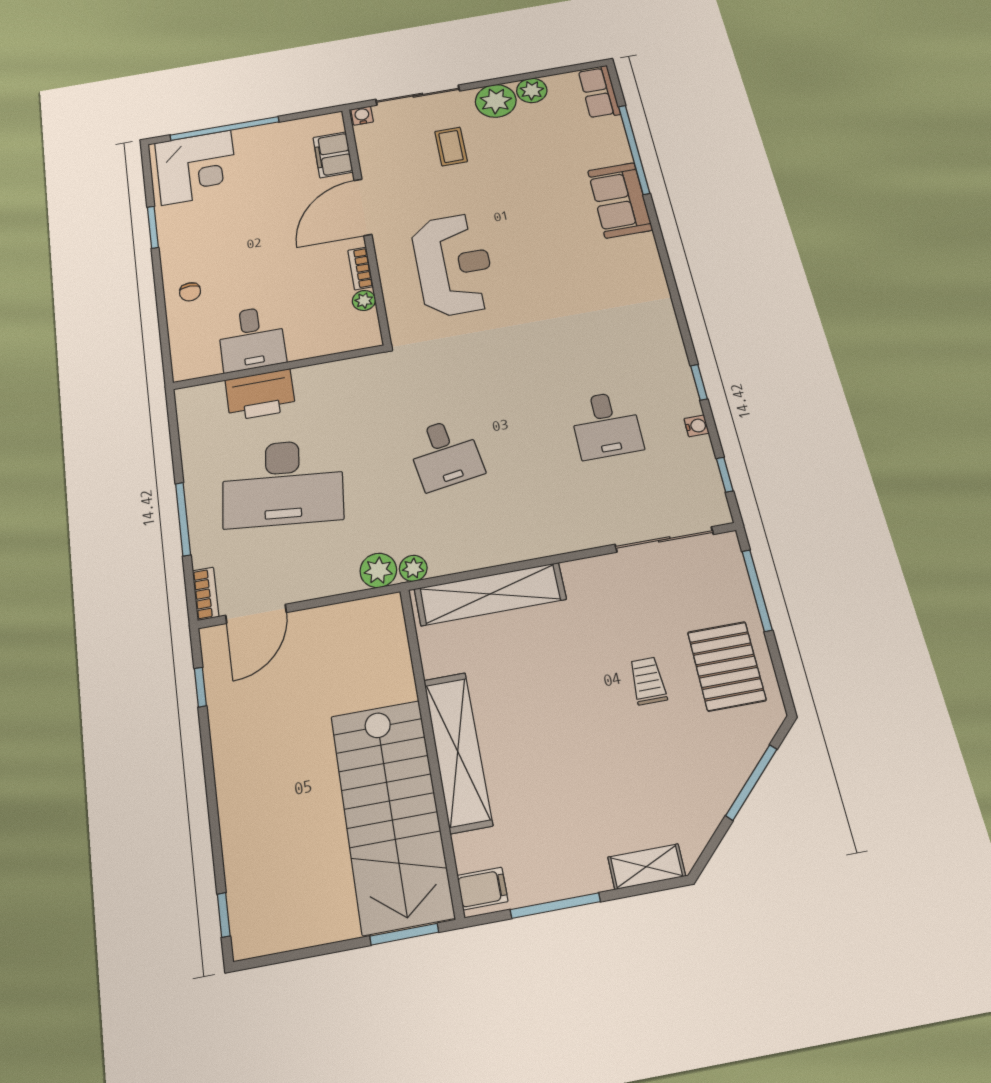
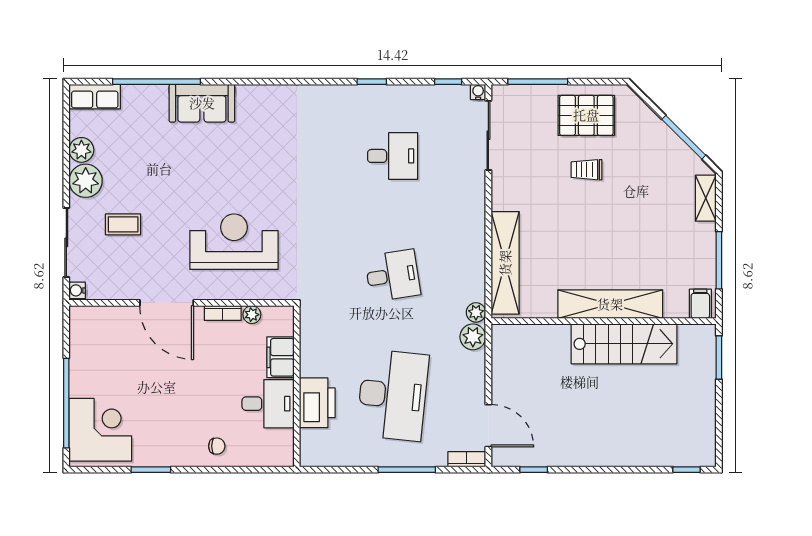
filing cabinet: (333, 155) -> (280, 357), moved, turned 90
water cooler: (697, 426) -> (478, 92), moved
window: (751, 782) -> (684, 137), moved
stairs: (391, 815) -> (624, 344), width x0.73, depth x0.66

